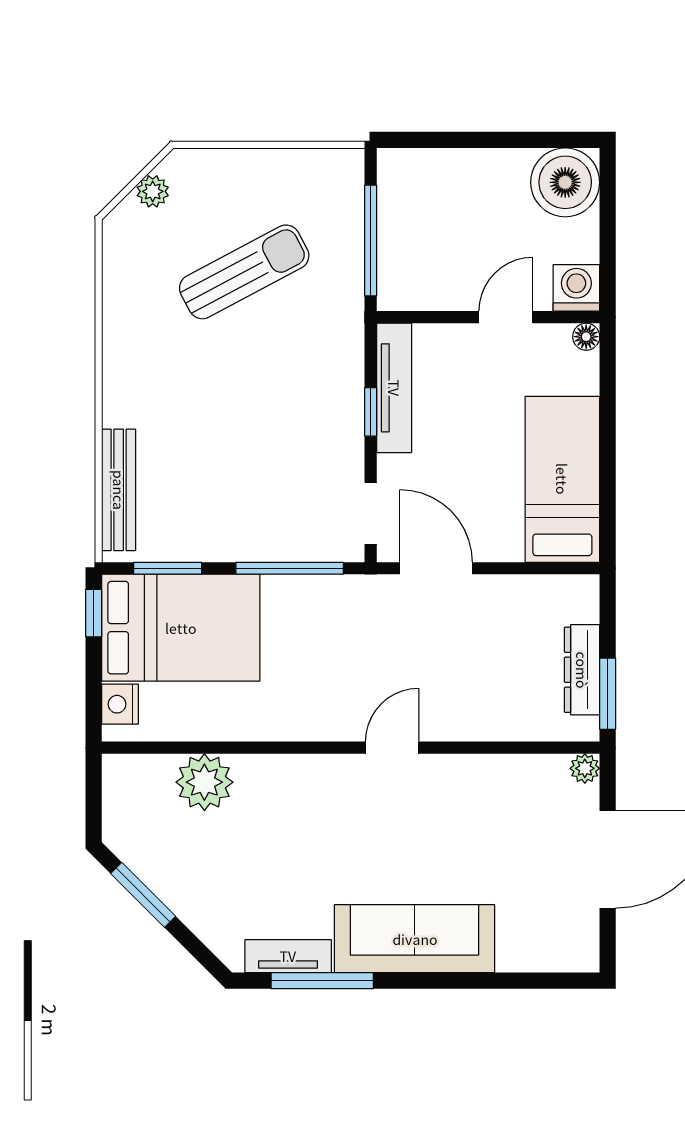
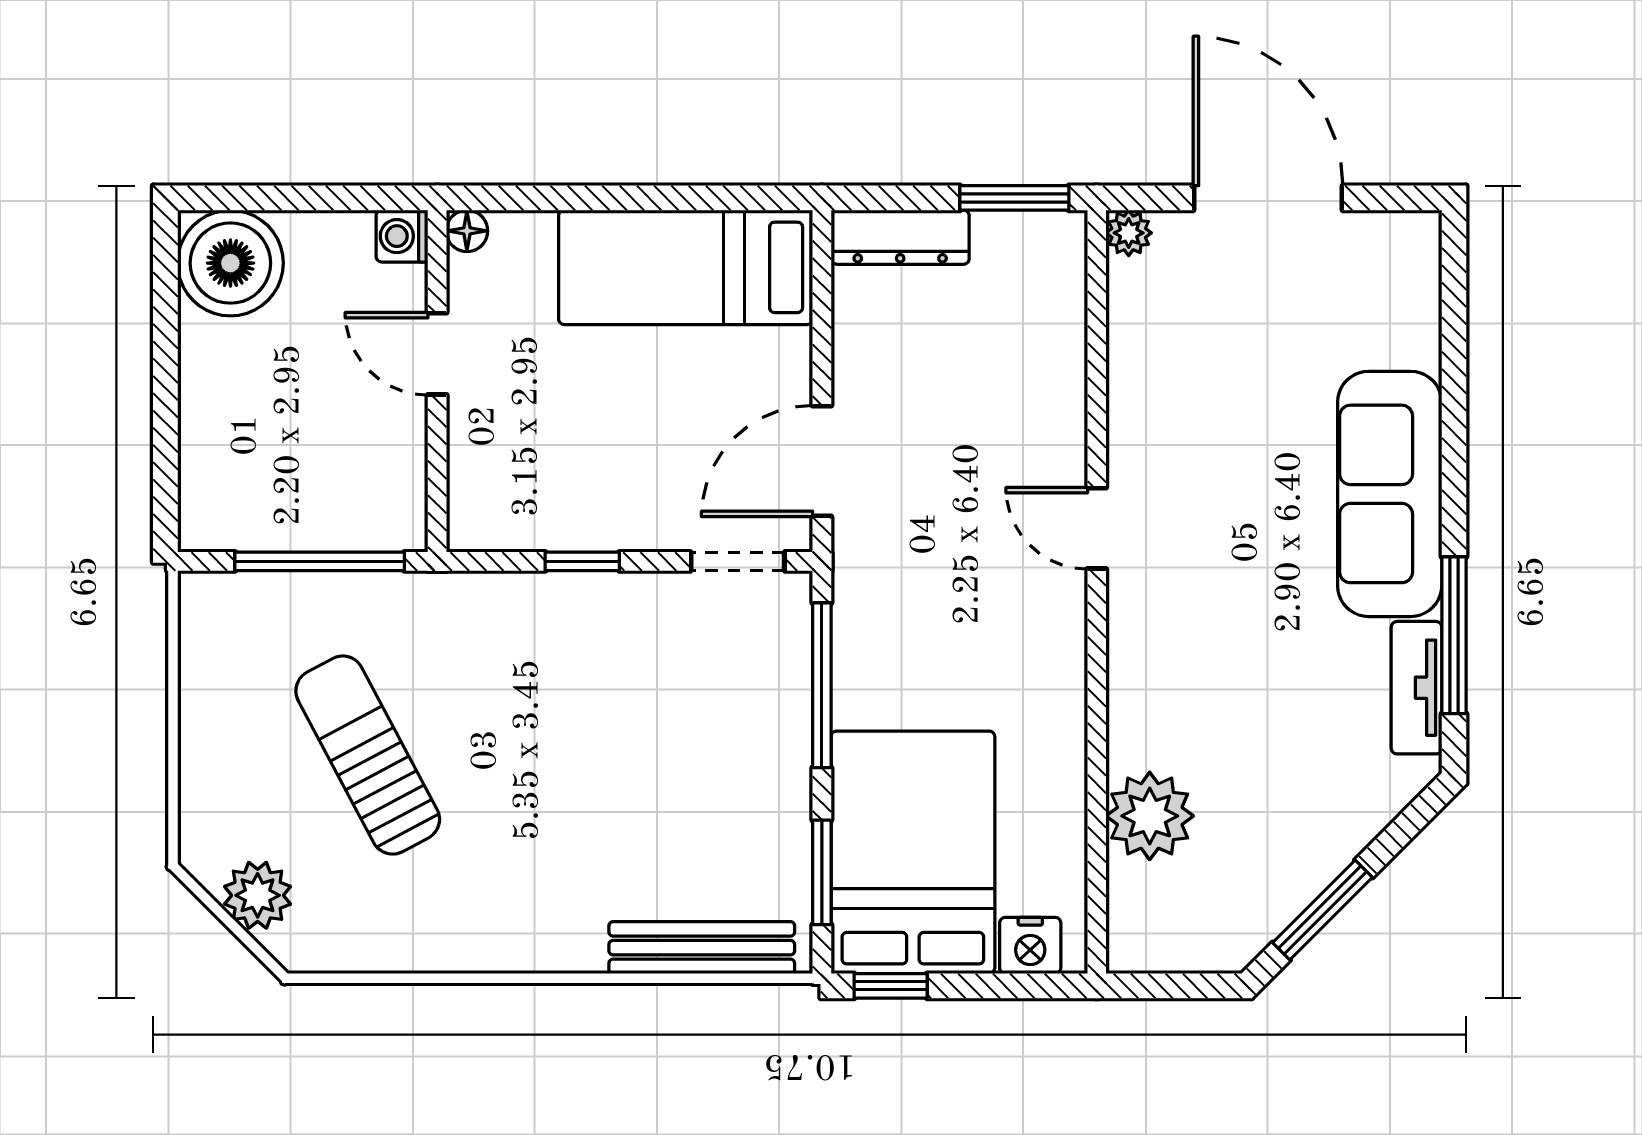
plant: (153, 191) -> (258, 895), width x1.38, depth x1.38
washing machine: (576, 288) -> (402, 236), width x0.73, depth x0.73
tv unit: (394, 388) -> (545, 525), removed
dresser: (582, 670) -> (900, 237), moved

